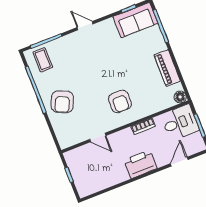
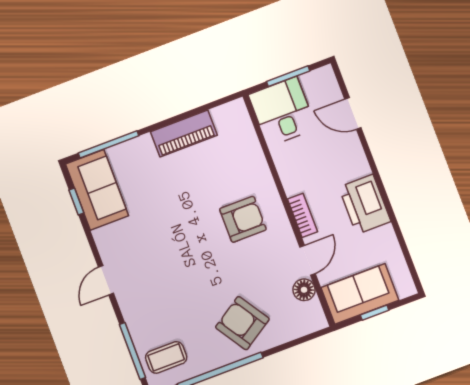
floor lamp: (180, 97) -> (304, 290), moved
armchair: (62, 102) -> (242, 323), turned -147
bookcase: (143, 126) -> (303, 215), moved
printer: (141, 164) -> (365, 204), moved
sofa: (79, 167) -> (360, 294), added

